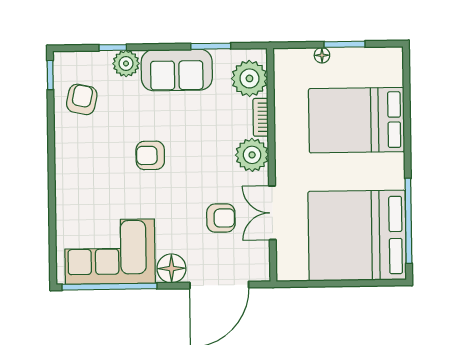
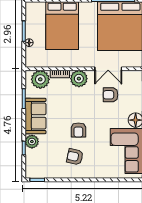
armchair: (82, 99) -> (75, 157), moved
armchair: (221, 218) -> (110, 95), turned -90

